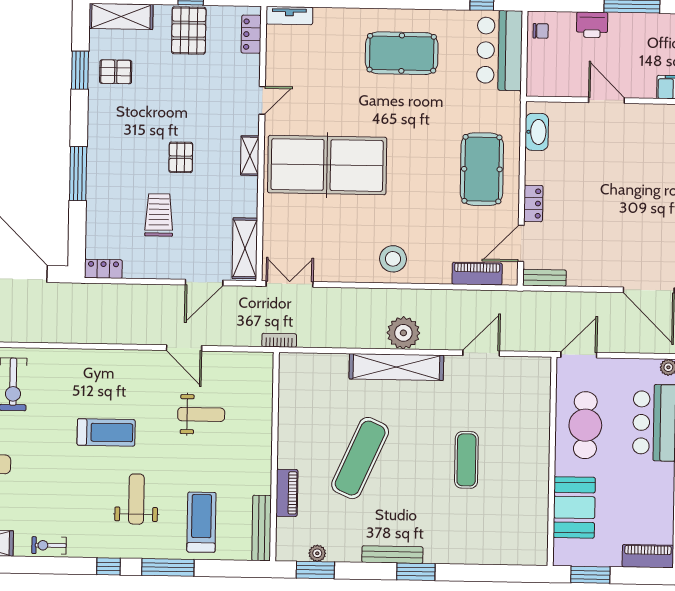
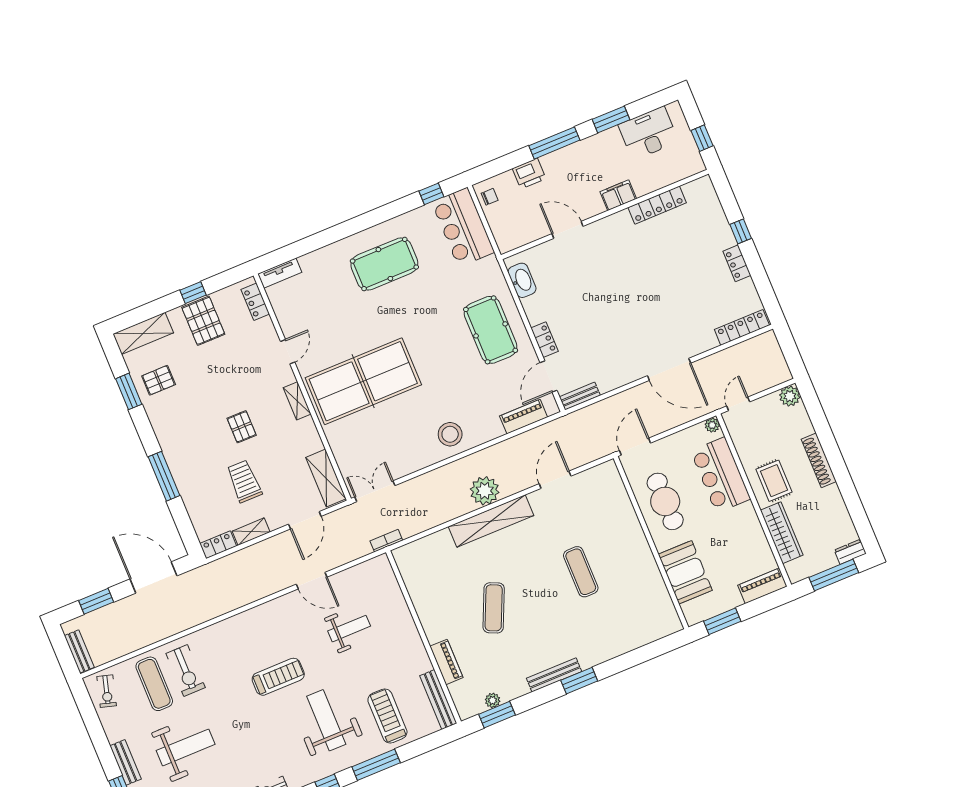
shelving: (143, 270) -> (251, 532), added
exercise mat: (360, 458) -> (494, 608), width x0.73, depth x0.69
weight bench: (136, 499) -> (326, 720), width x1.36, depth x1.33

